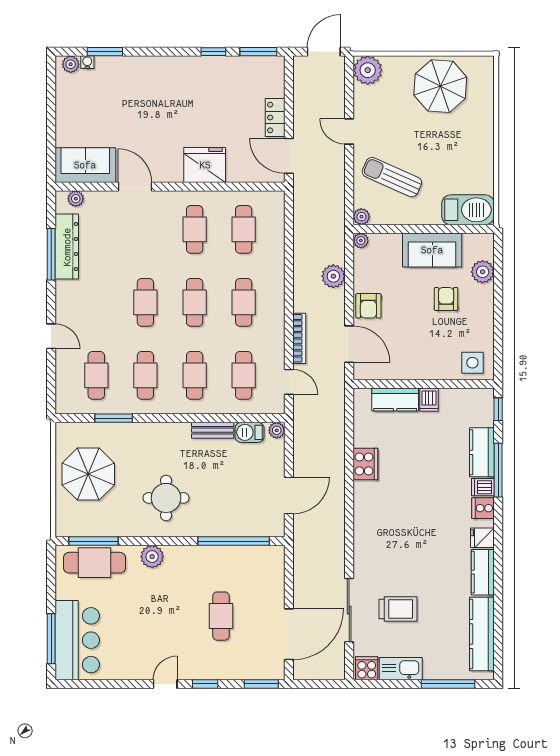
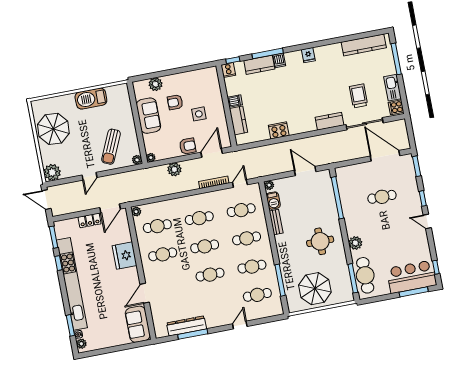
kitchen unit: (174, 68) -> (72, 284), added
plant: (76, 199) -> (136, 212), moved
barbecue: (468, 210) -> (91, 99), moved, turned -90
side table: (472, 363) -> (199, 114), moved
window: (114, 418) -> (280, 280), width x1.44
cooker: (483, 508) -> (228, 70), moved
kitchen counter: (483, 572) -> (330, 121), moved, turned 180
window: (85, 684) -> (436, 267), added

